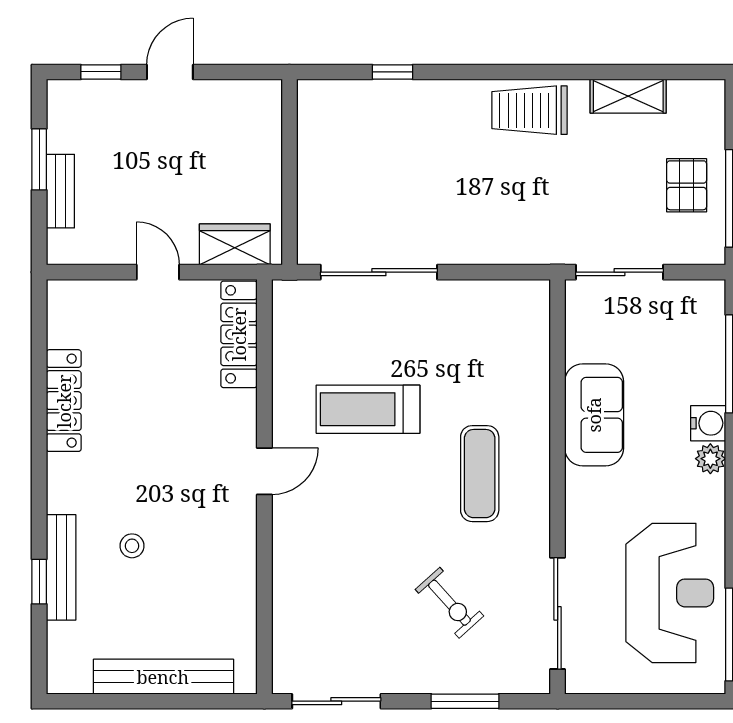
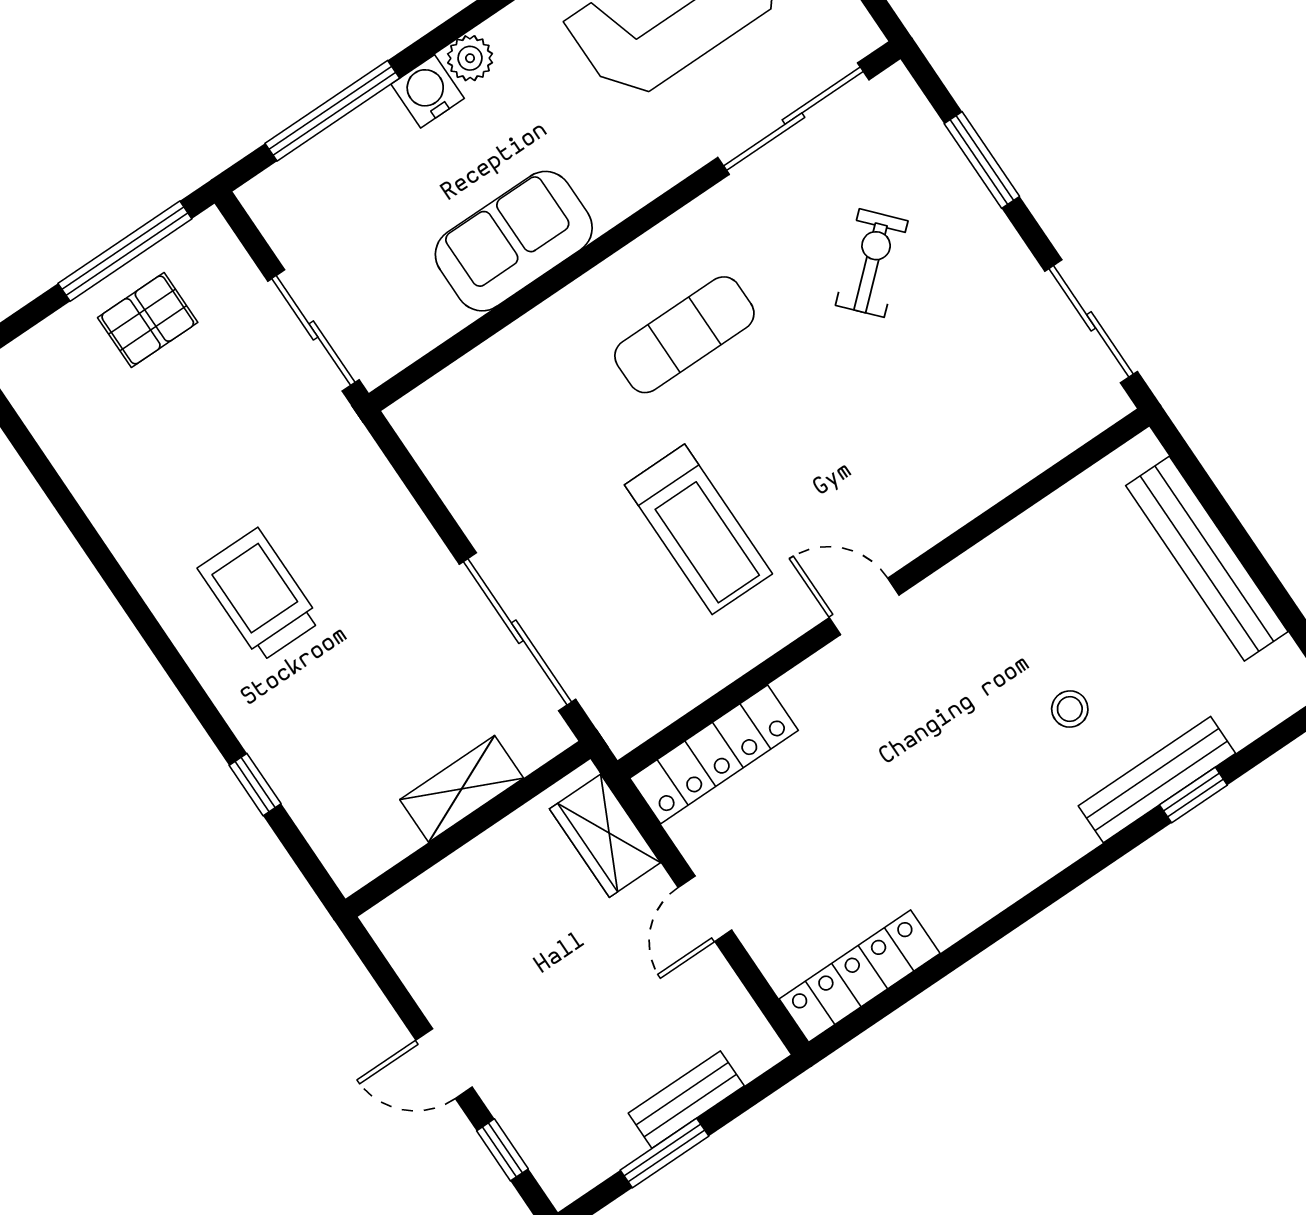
shelving: (628, 96) -> (462, 789), moved, turned 90
trolley: (529, 110) -> (259, 595), moved, turned 180
locker: (64, 401) -> (860, 976), moved

